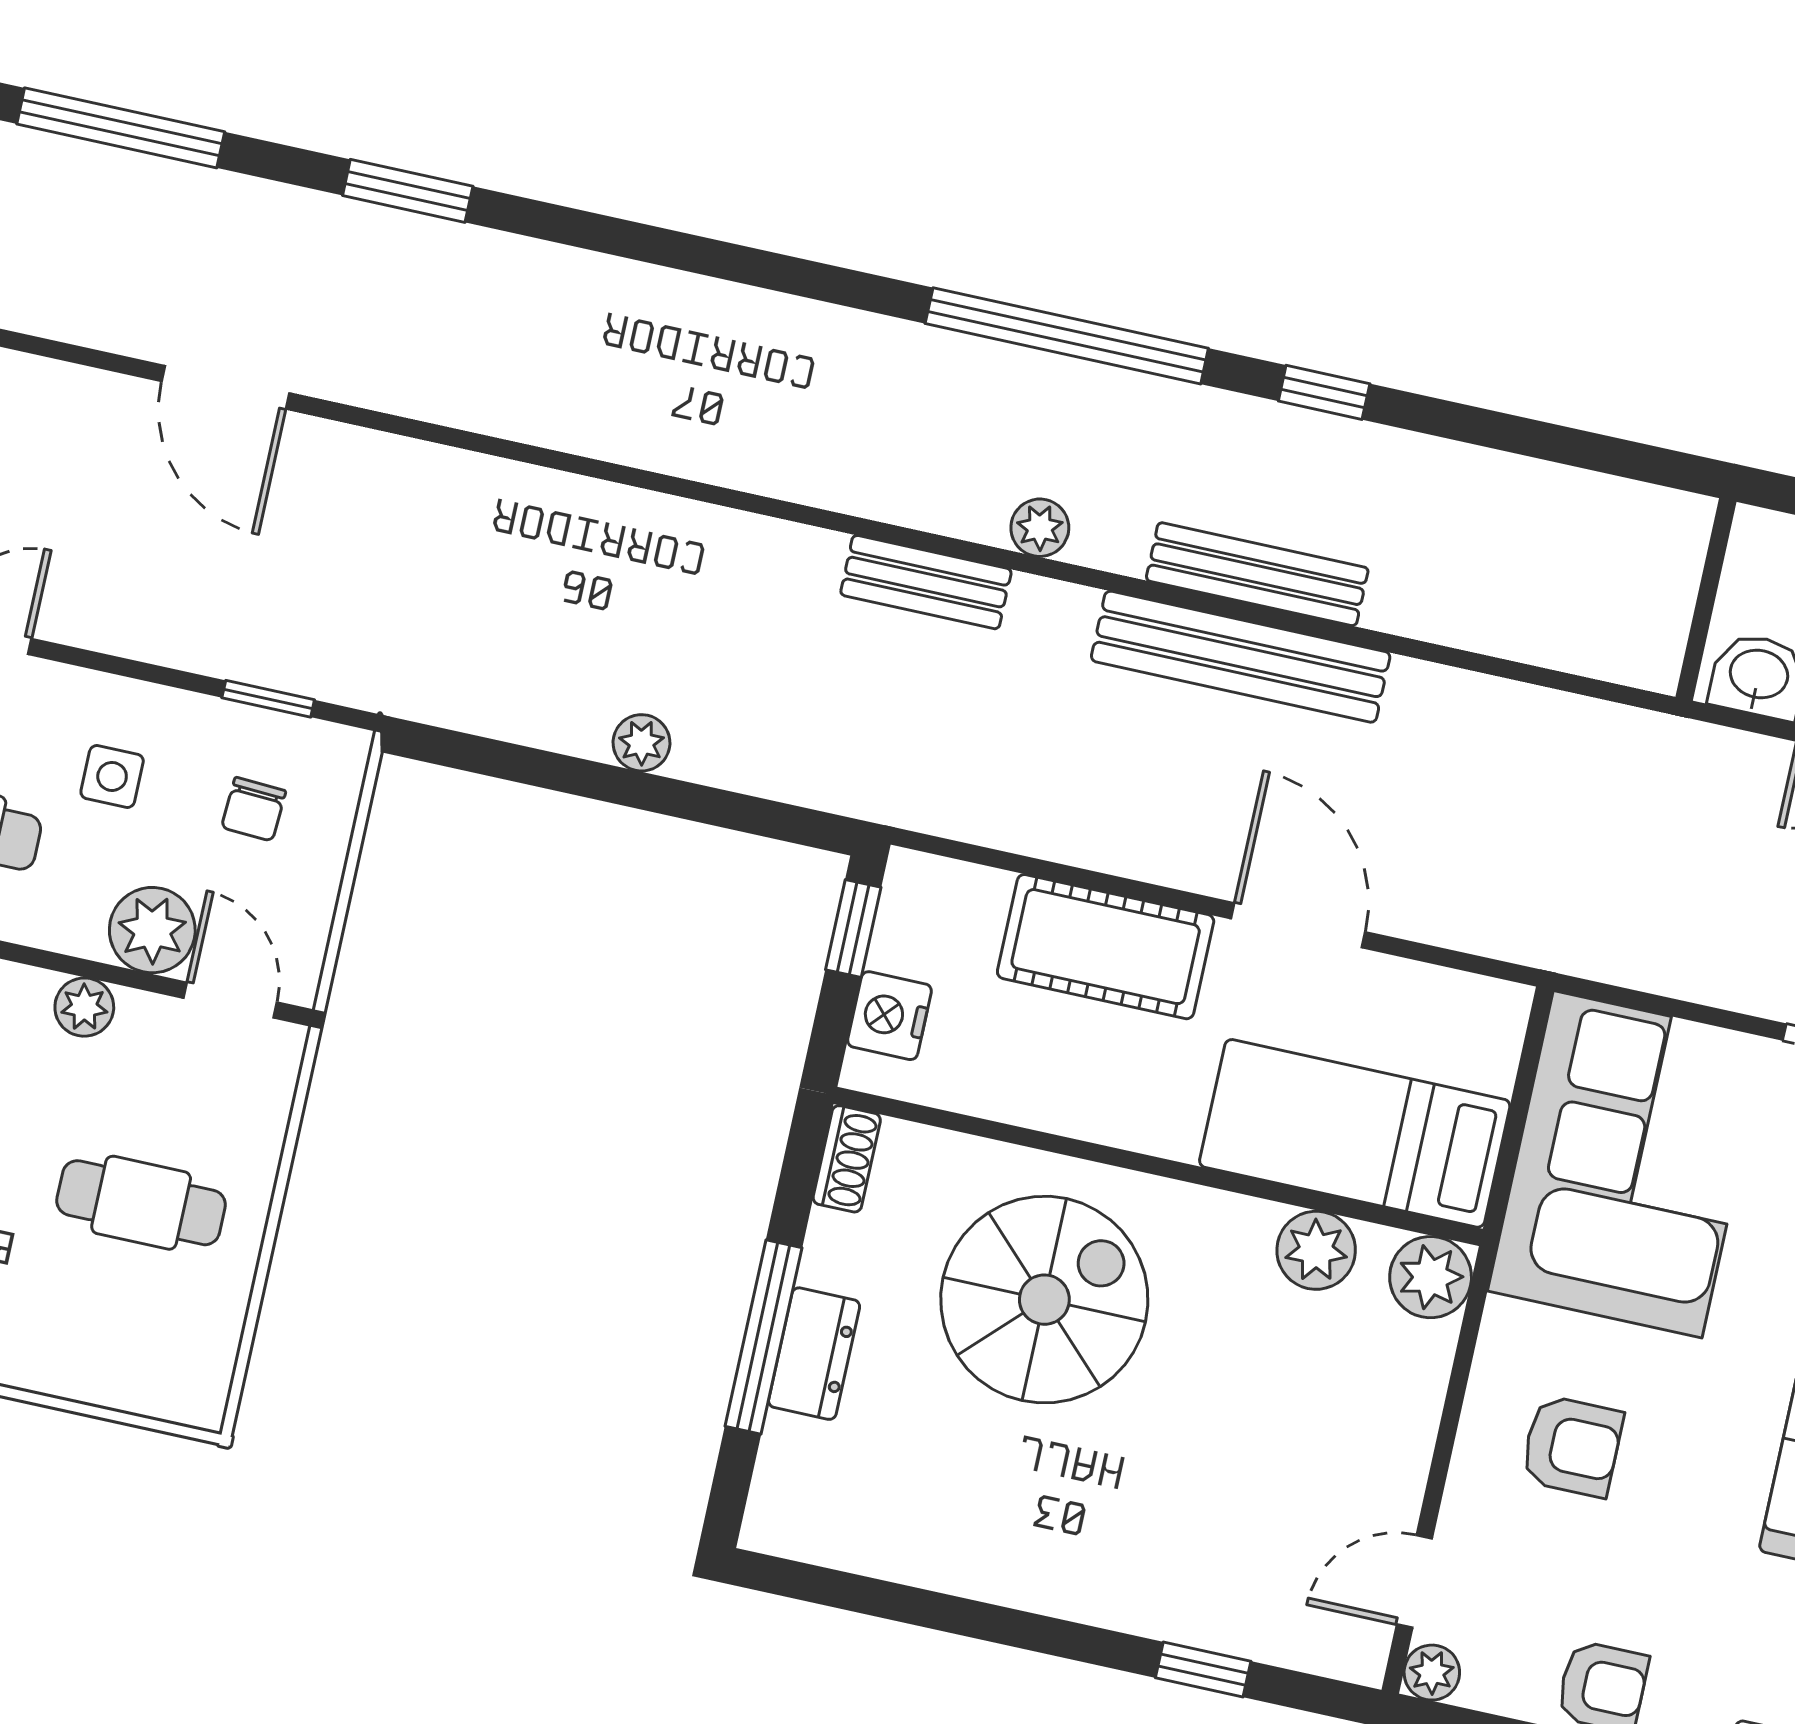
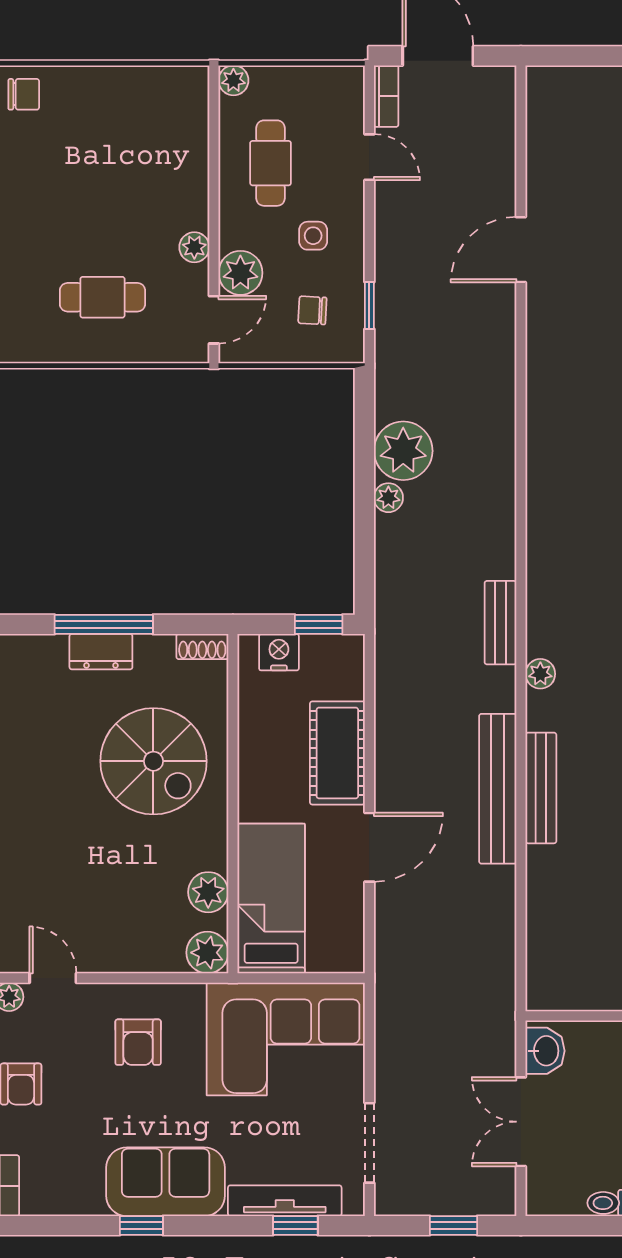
plant: (559, 695) -> (403, 451), added
cafe table: (141, 1203) -> (102, 297), turned 90

